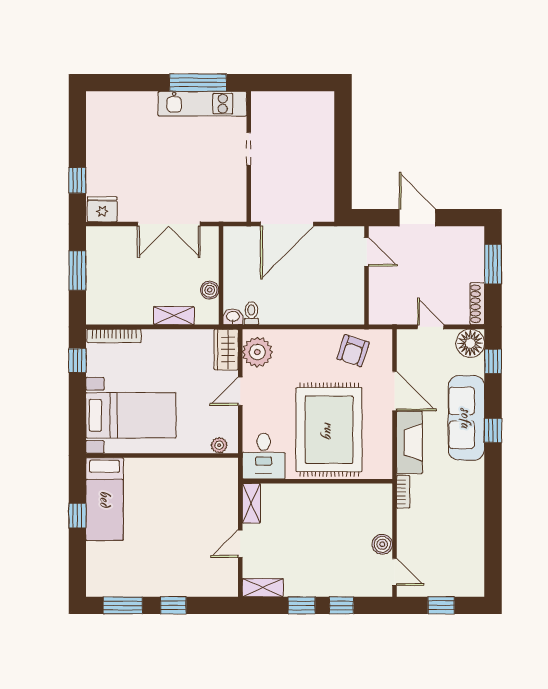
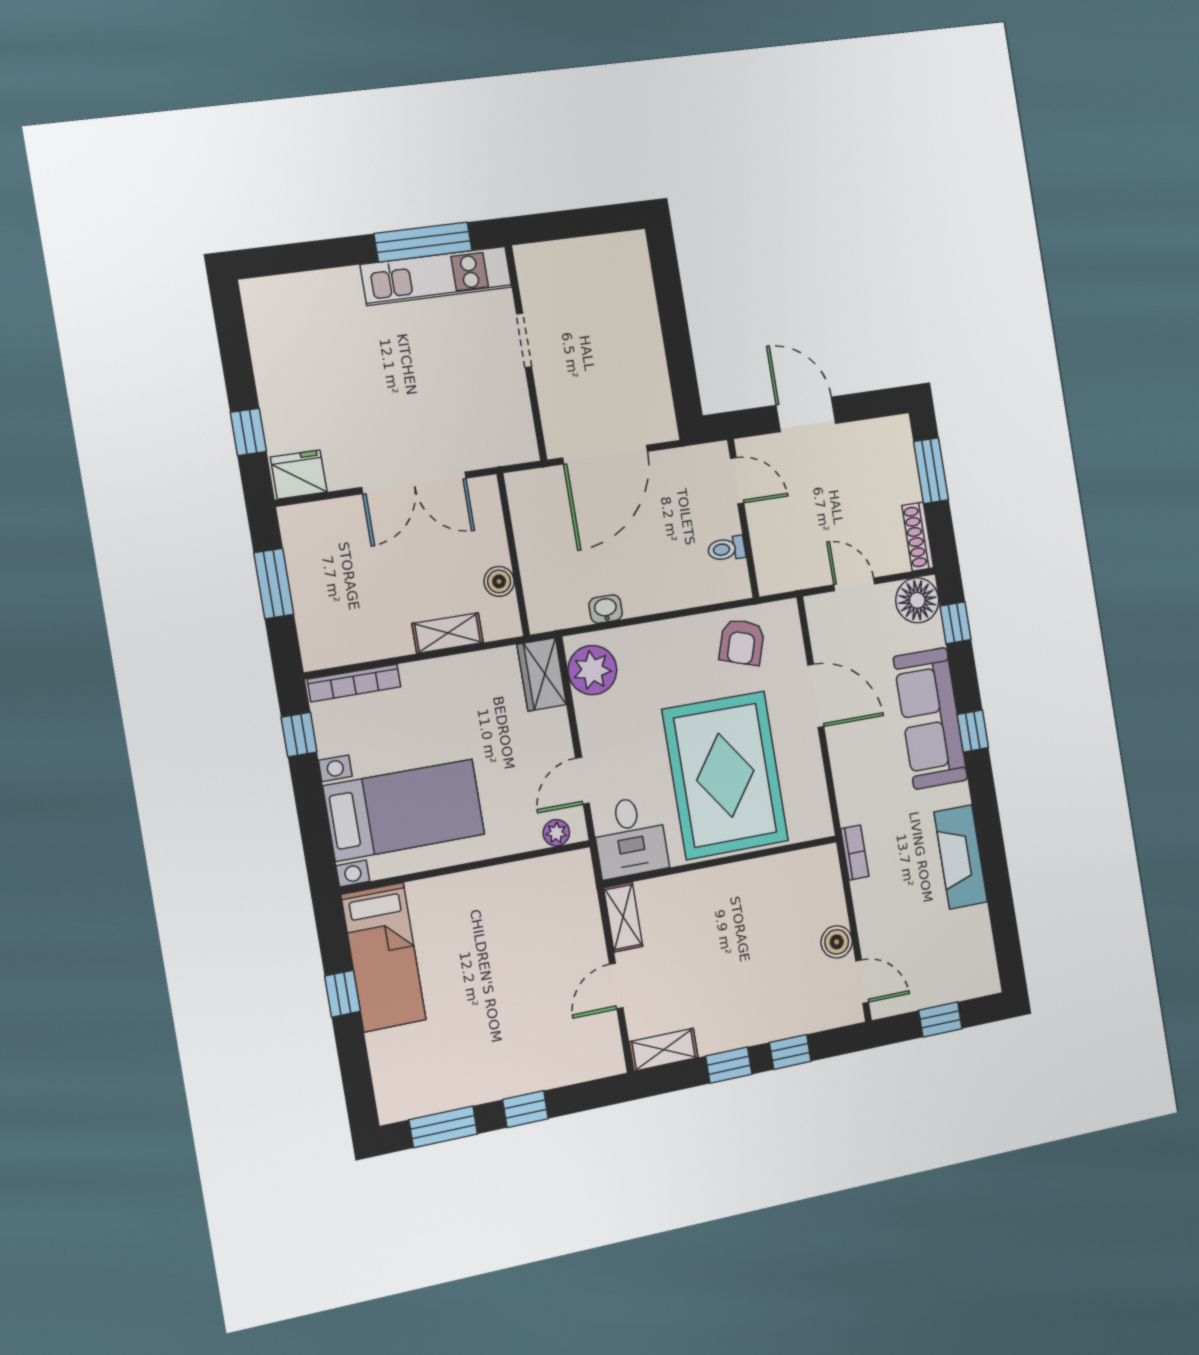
toilet: (251, 313) -> (726, 549), moved, turned -90
washbasin: (233, 317) -> (606, 609), moved
door: (240, 391) -> (582, 781), moved
fireplace: (409, 443) -> (961, 857), moved, turned 180

